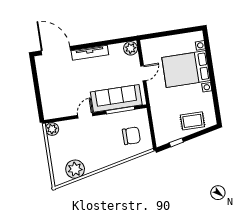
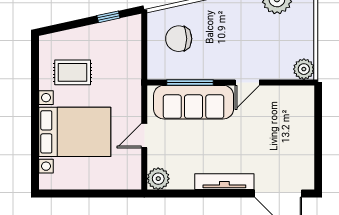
rug: (192, 121) -> (73, 72), moved

